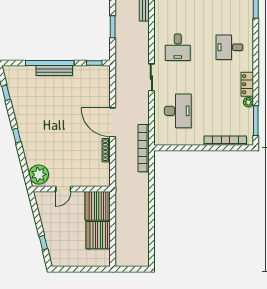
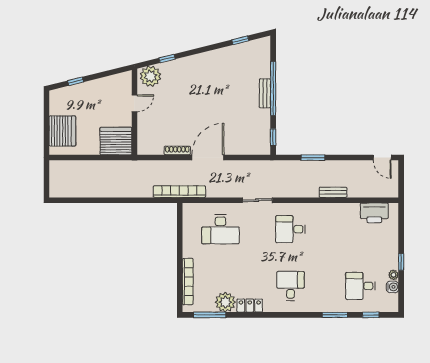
bench: (54, 70) -> (265, 93), width x0.73
plant: (248, 102) -> (225, 302), width x1.88, depth x1.88
window: (17, 135) -> (167, 58), moved
door: (63, 189) -> (134, 103), swing flipped
server rack: (98, 235) -> (62, 131), moved, turned 90

